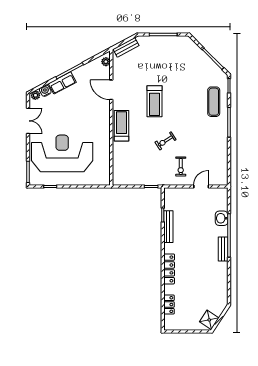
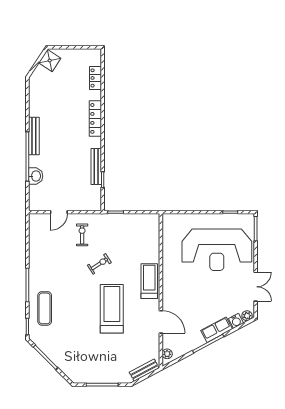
treadmill: (155, 101) -> (112, 309), width x1.37, depth x1.38
double door: (28, 121) -> (256, 287), swing flipped
treadmill: (122, 126) -> (149, 281), turned 180
bench: (223, 249) -> (34, 136), width x1.36

